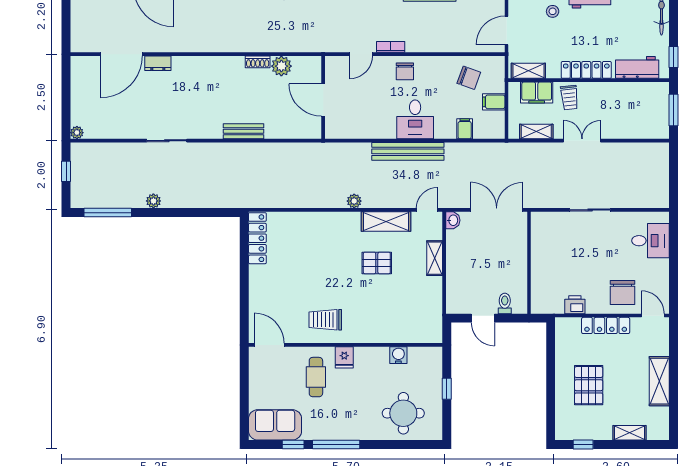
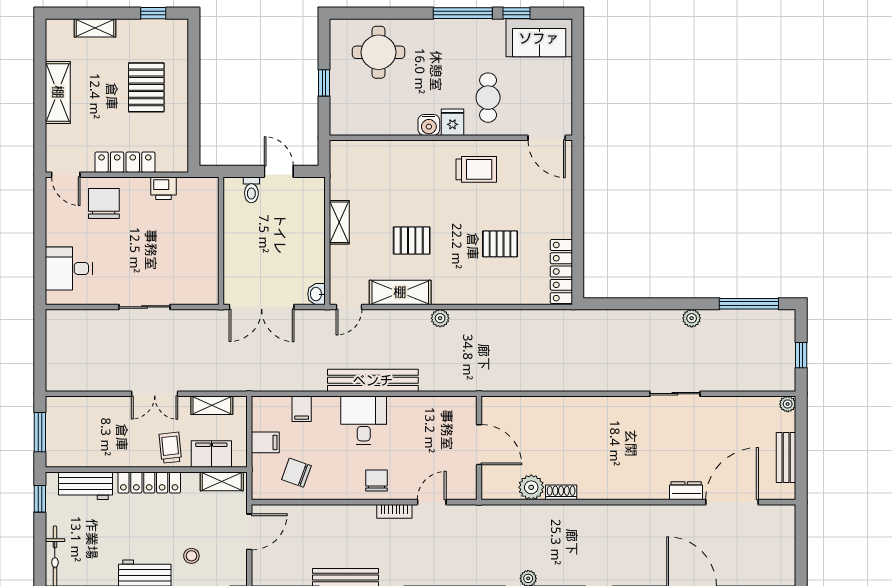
bench: (244, 131) -> (786, 458), moved, turned 90
shelving: (435, 258) -> (339, 222), moved
pallet: (306, 260) -> (500, 244), added
water cooler: (398, 355) -> (429, 125), moved

